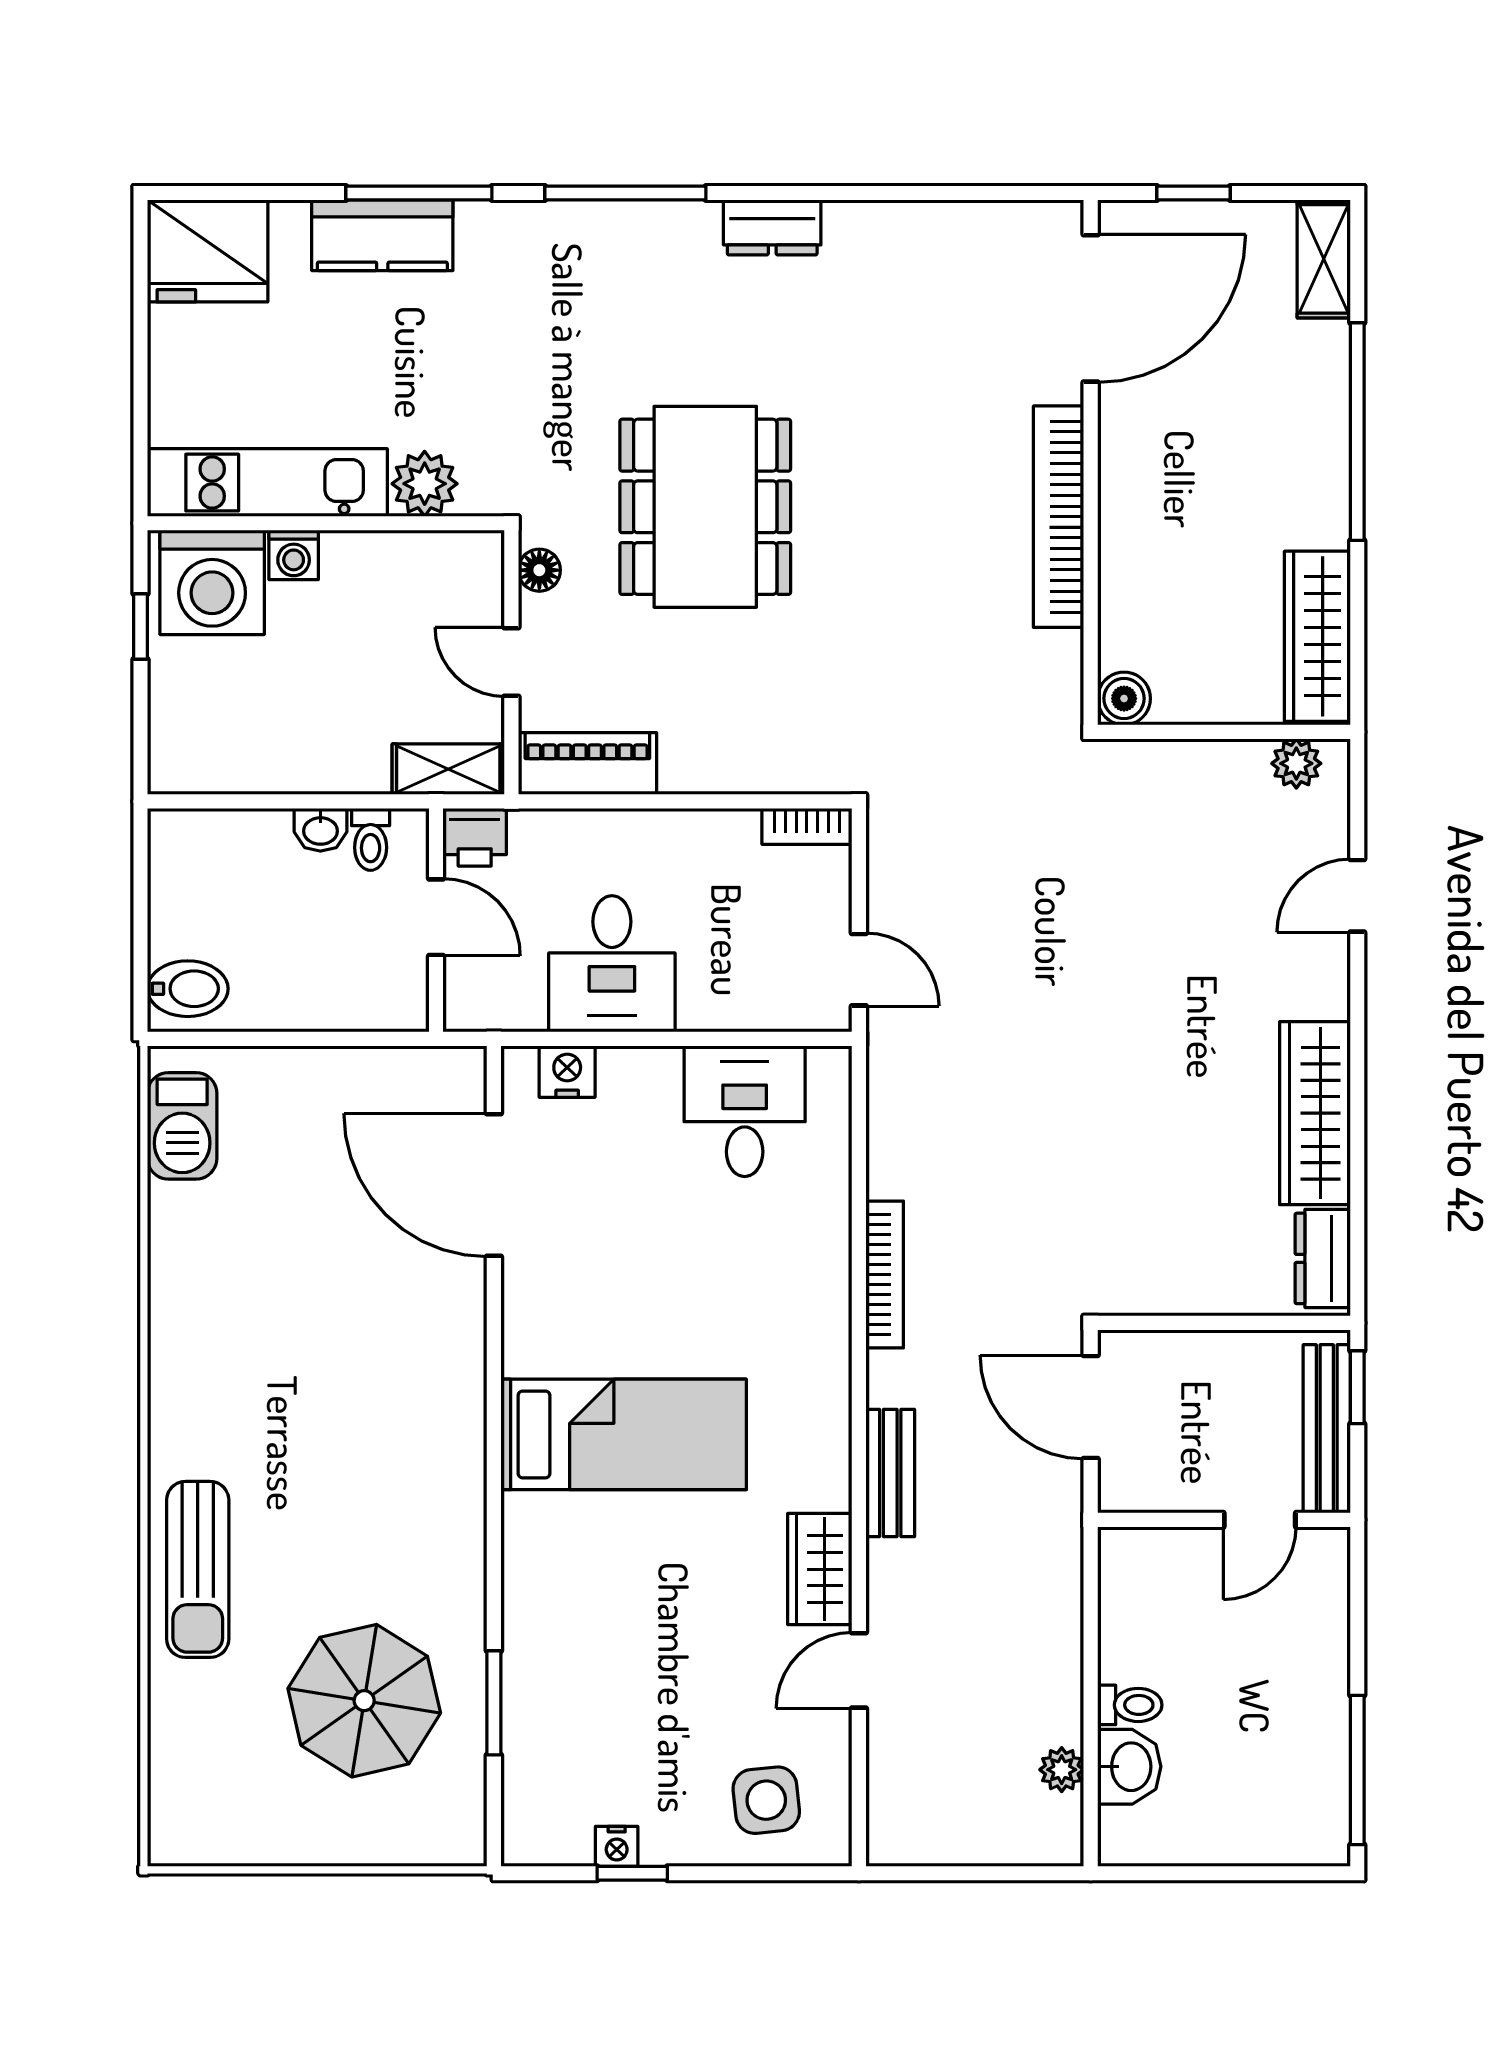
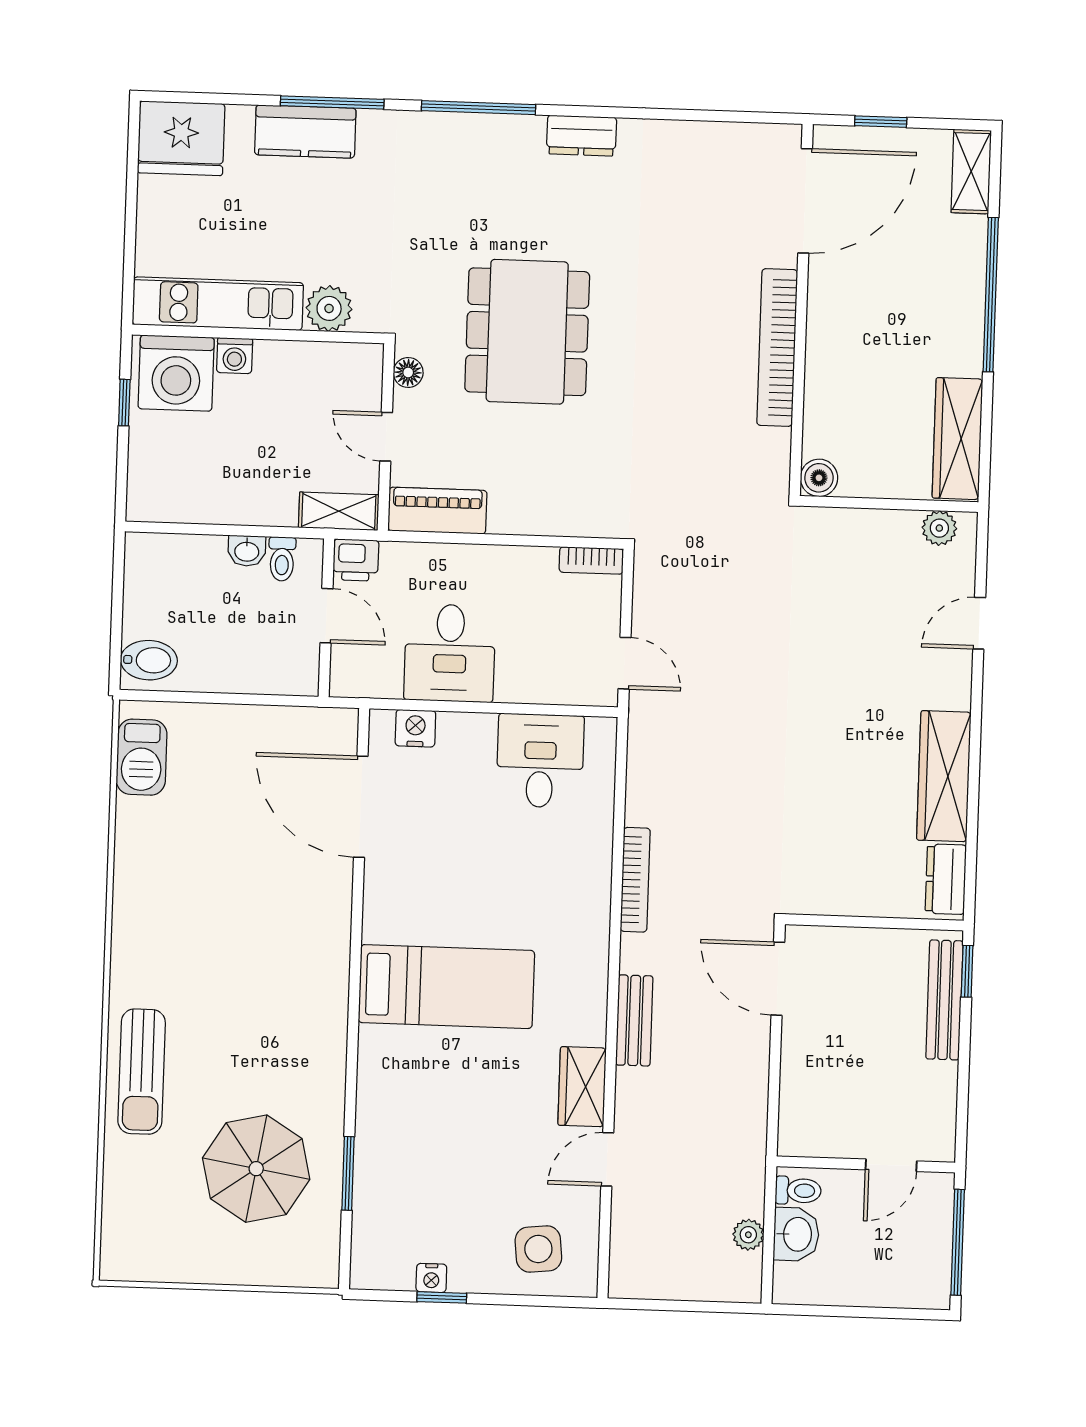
wall: (1224, 1520) -> (866, 1164), moved
door: (1260, 1520) -> (891, 1165), moved

